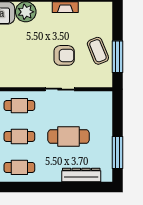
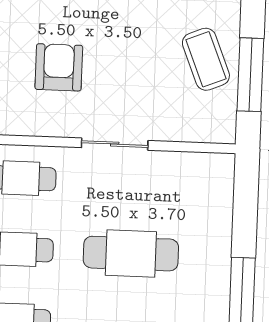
armchair: (64, 55) -> (59, 67), moved, turned -90

